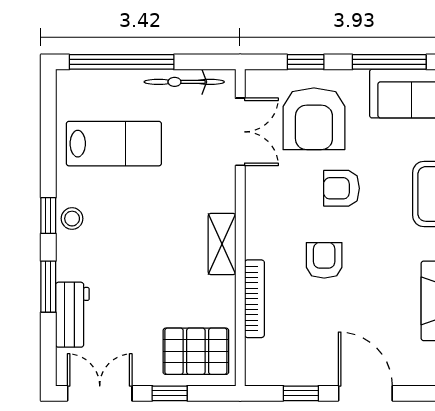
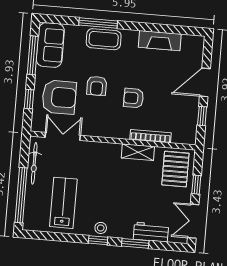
shelving: (222, 244) -> (138, 152), moved

